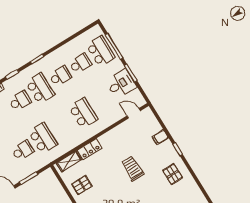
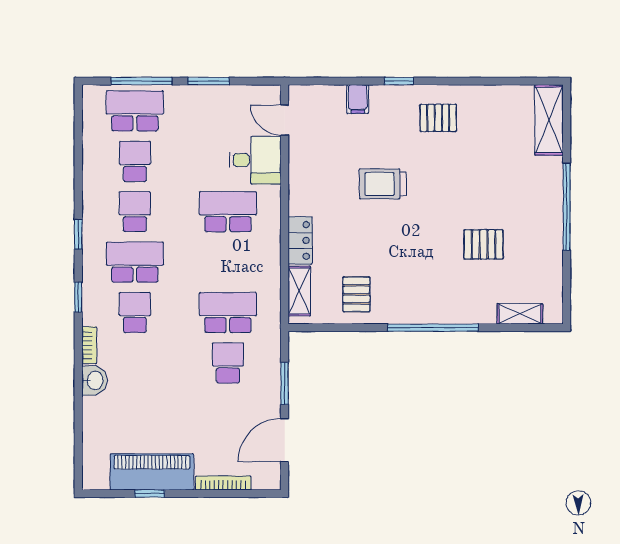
desk: (121, 84) -> (255, 160), moved, turned 90
door: (134, 113) -> (285, 120), hinge flipped

